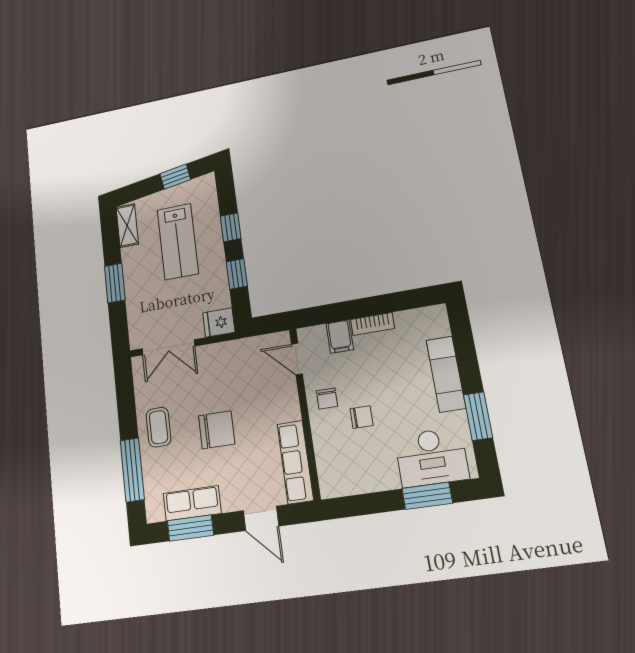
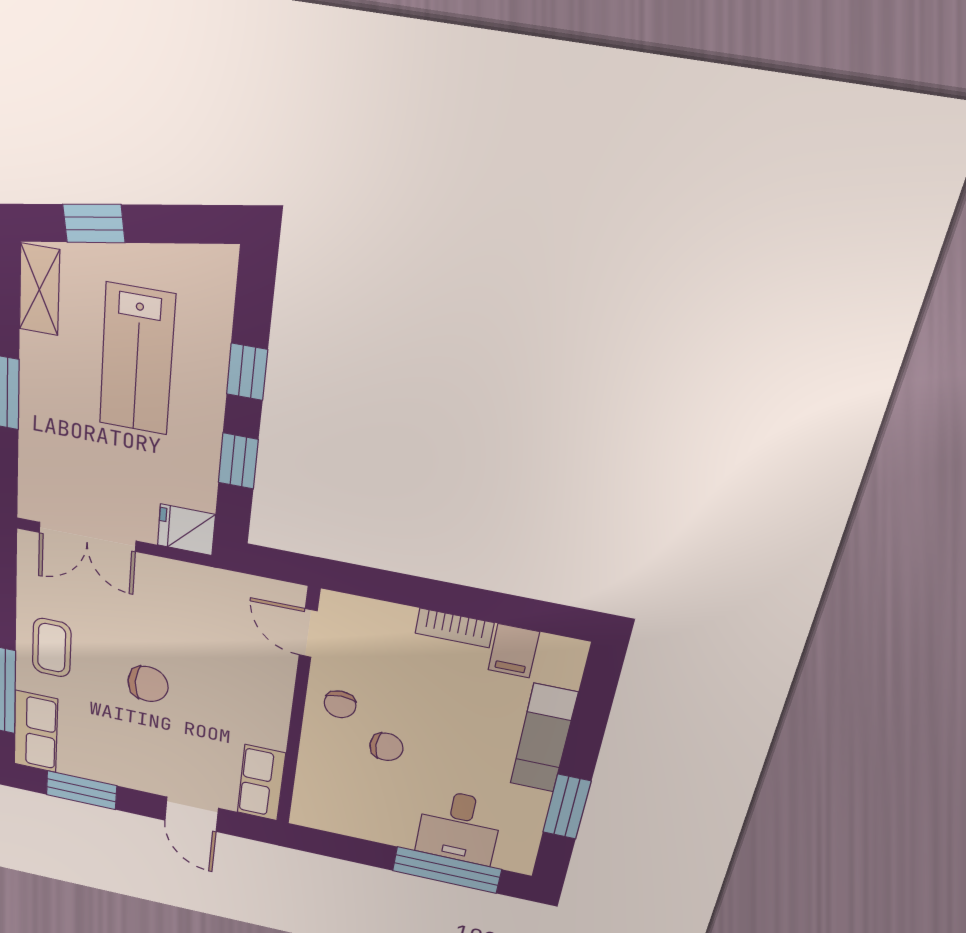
window: (175, 177) -> (94, 223), moved
filing cabinet: (340, 337) -> (514, 651), moved
chair: (217, 430) -> (148, 684), width x0.73, depth x0.73
desk: (431, 457) -> (459, 827), width x0.73
row of seats: (295, 462) -> (261, 783), width x0.68
window: (427, 496) -> (447, 870), width x1.44
row of seats: (192, 503) -> (36, 732), moved, turned 90

